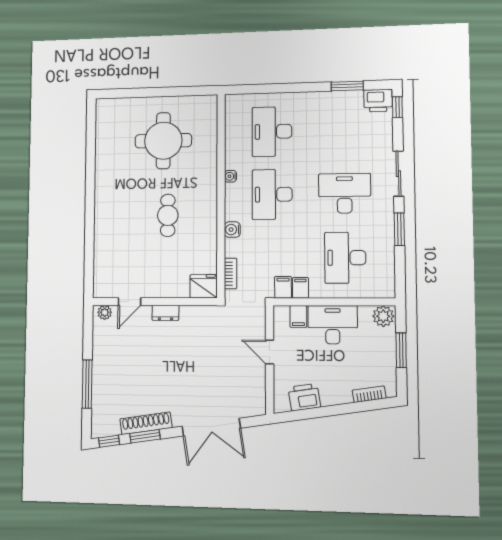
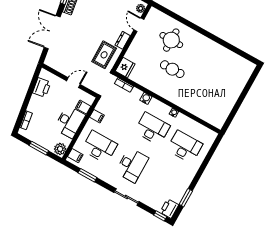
round table: (163, 141) -> (171, 40), moved, width x0.73, depth x0.73
window: (399, 229) -> (87, 175), moved
filing cabinet: (283, 287) -> (75, 156), moved
rug: (202, 329) -> (104, 55), added

